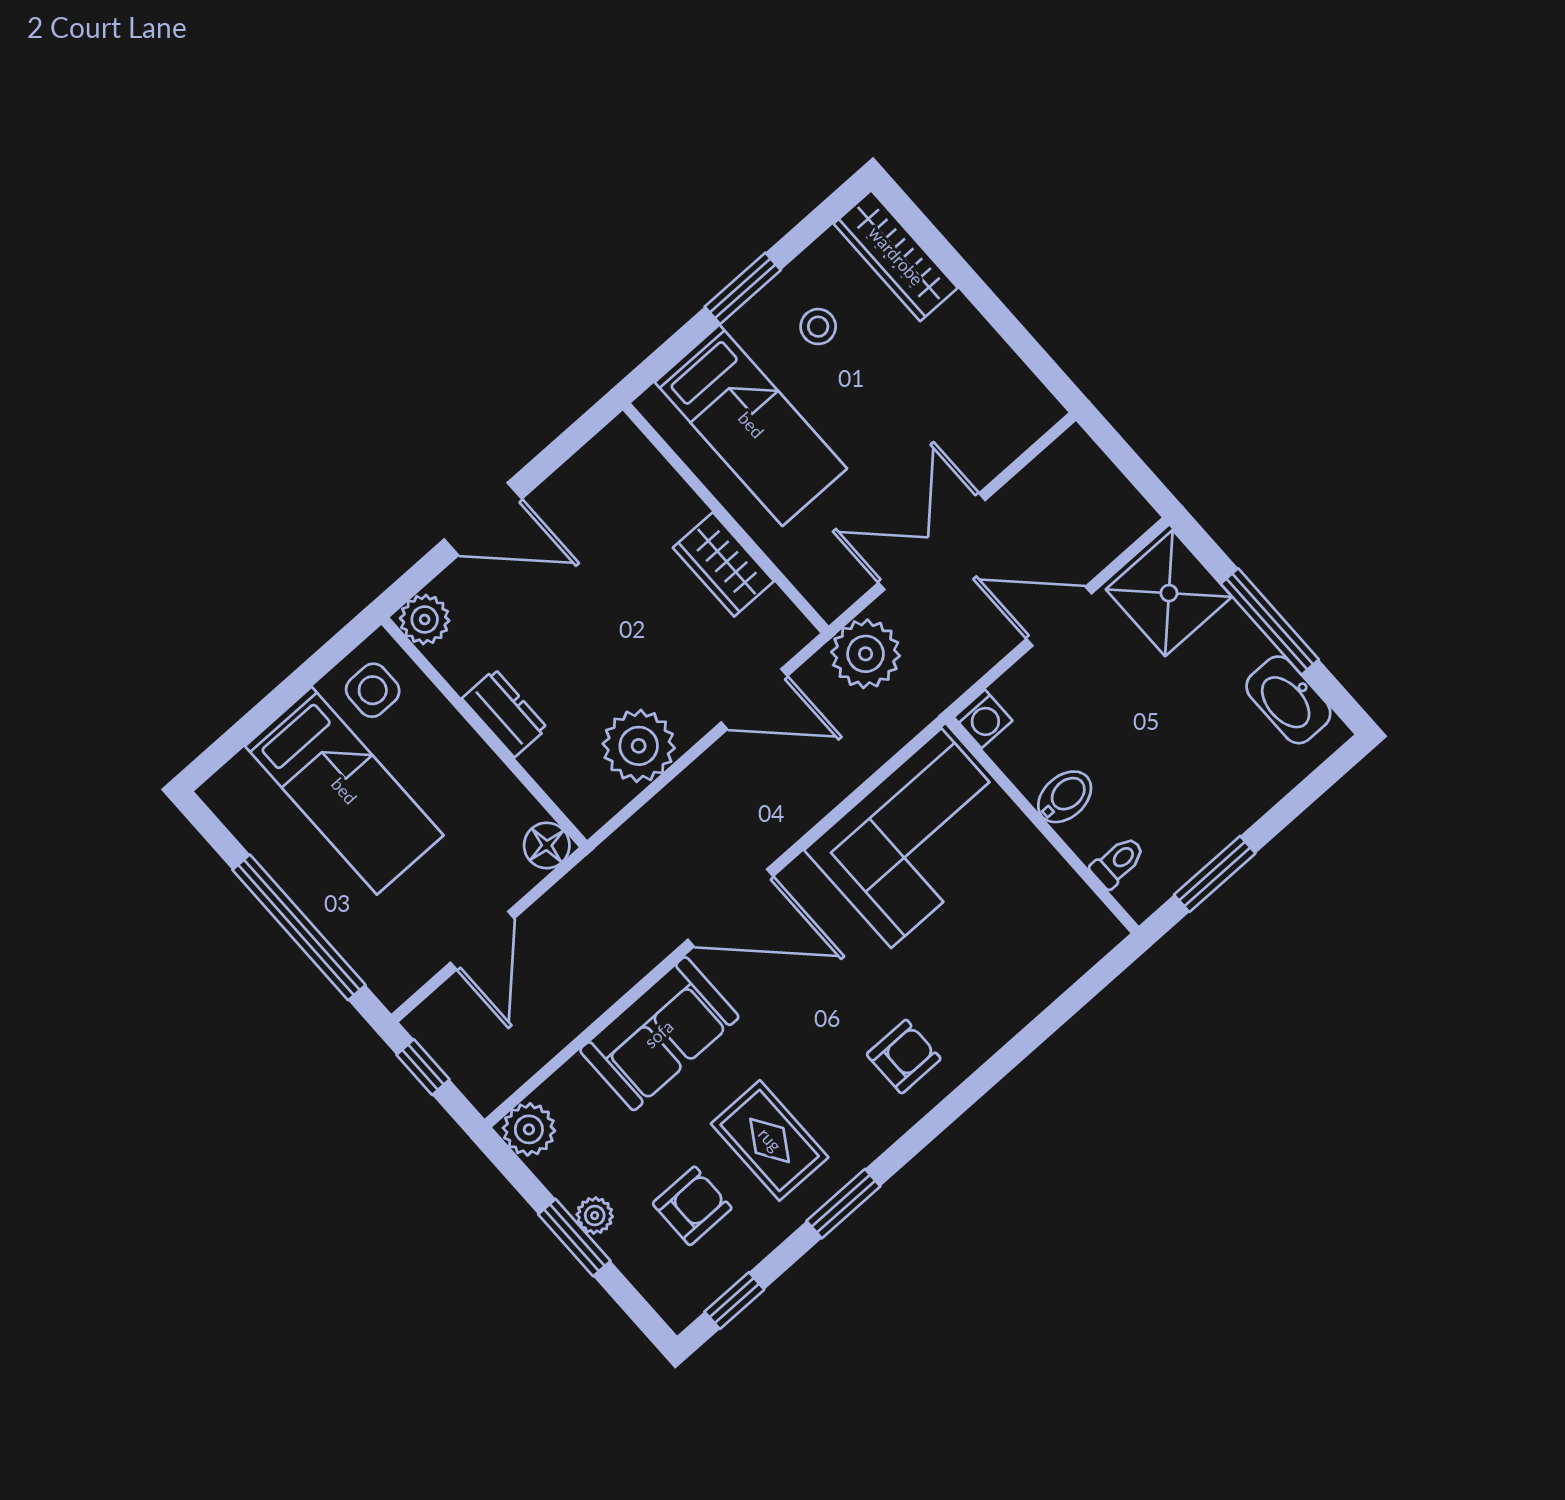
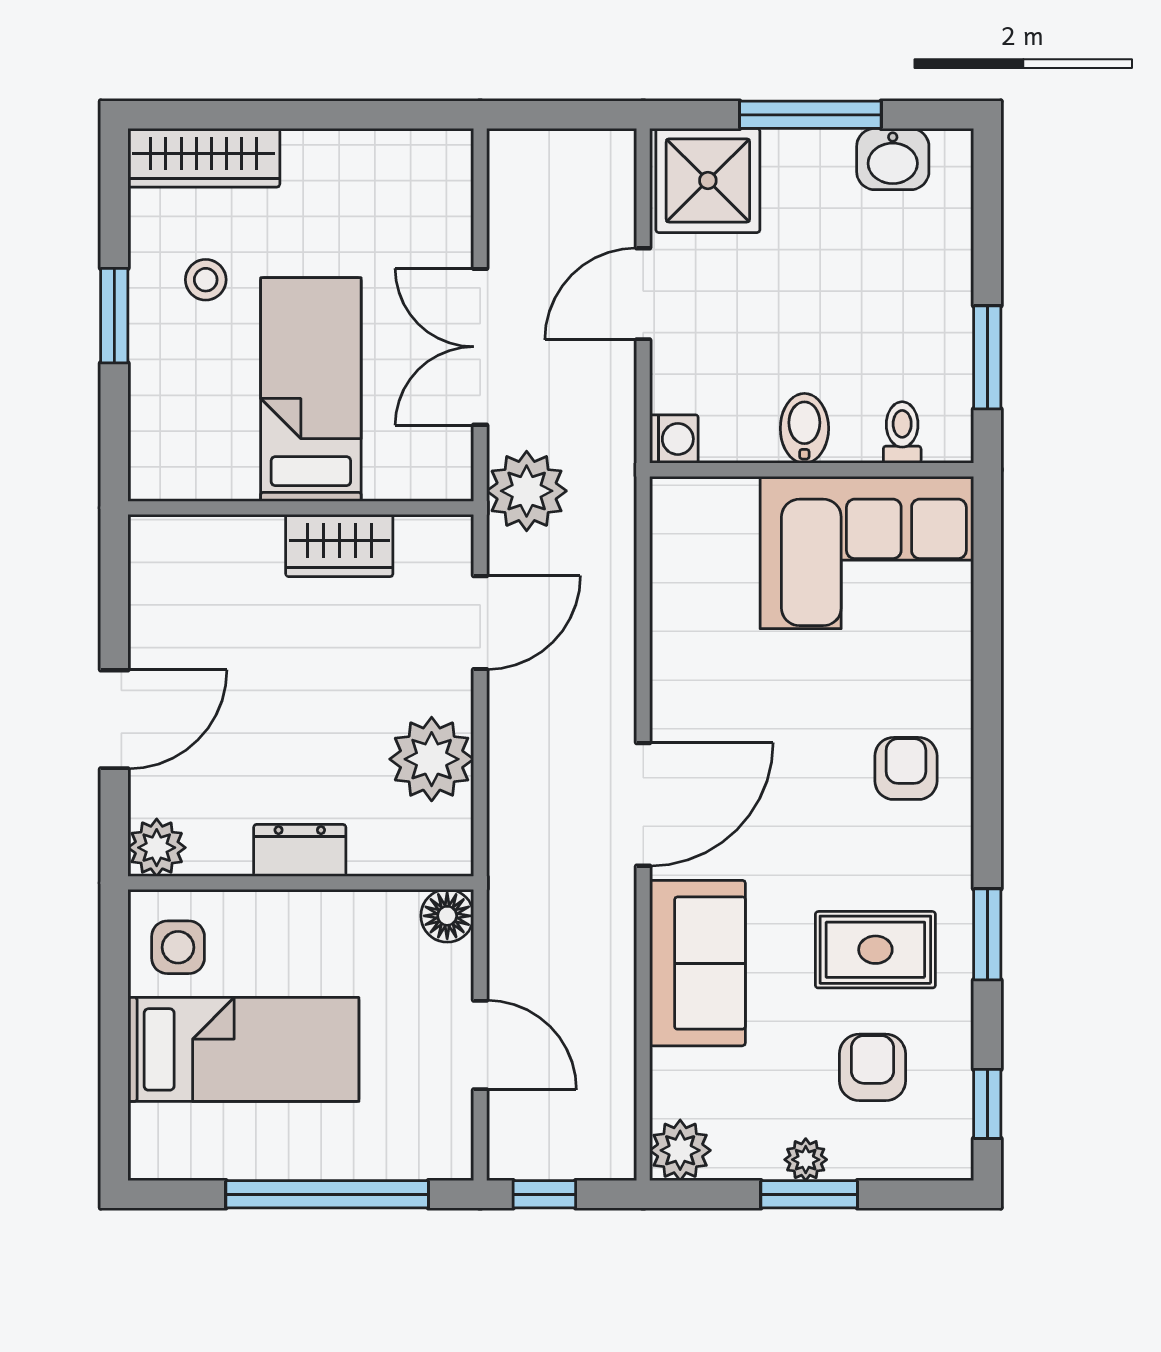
bed: (751, 425) -> (311, 390), moved, turned -90
washbasin: (1288, 700) -> (893, 159), width x0.72
corner sofa: (916, 838) -> (867, 552), moved, turned 90

